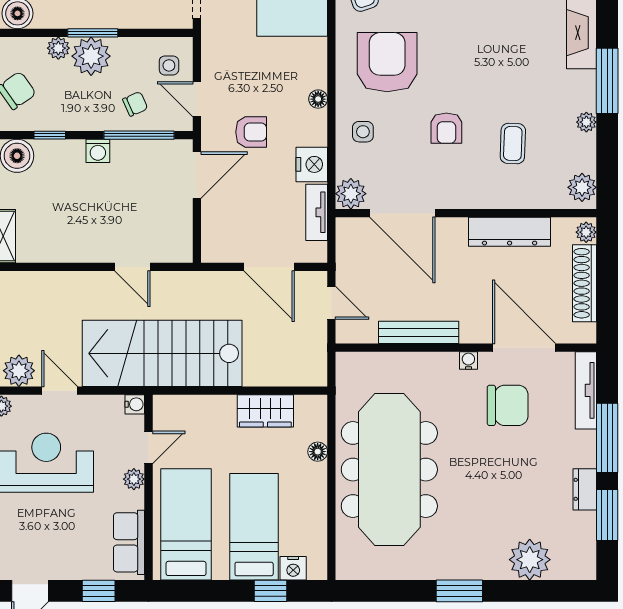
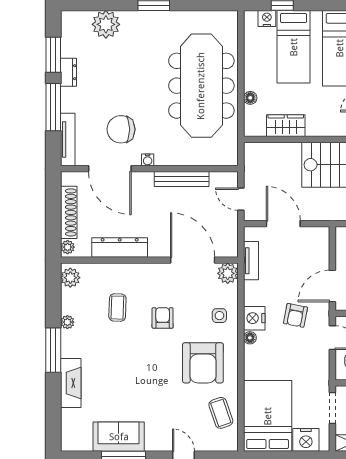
armchair: (251, 132) -> (295, 315), turned -79
nightstand: (312, 164) -> (254, 318), moved

